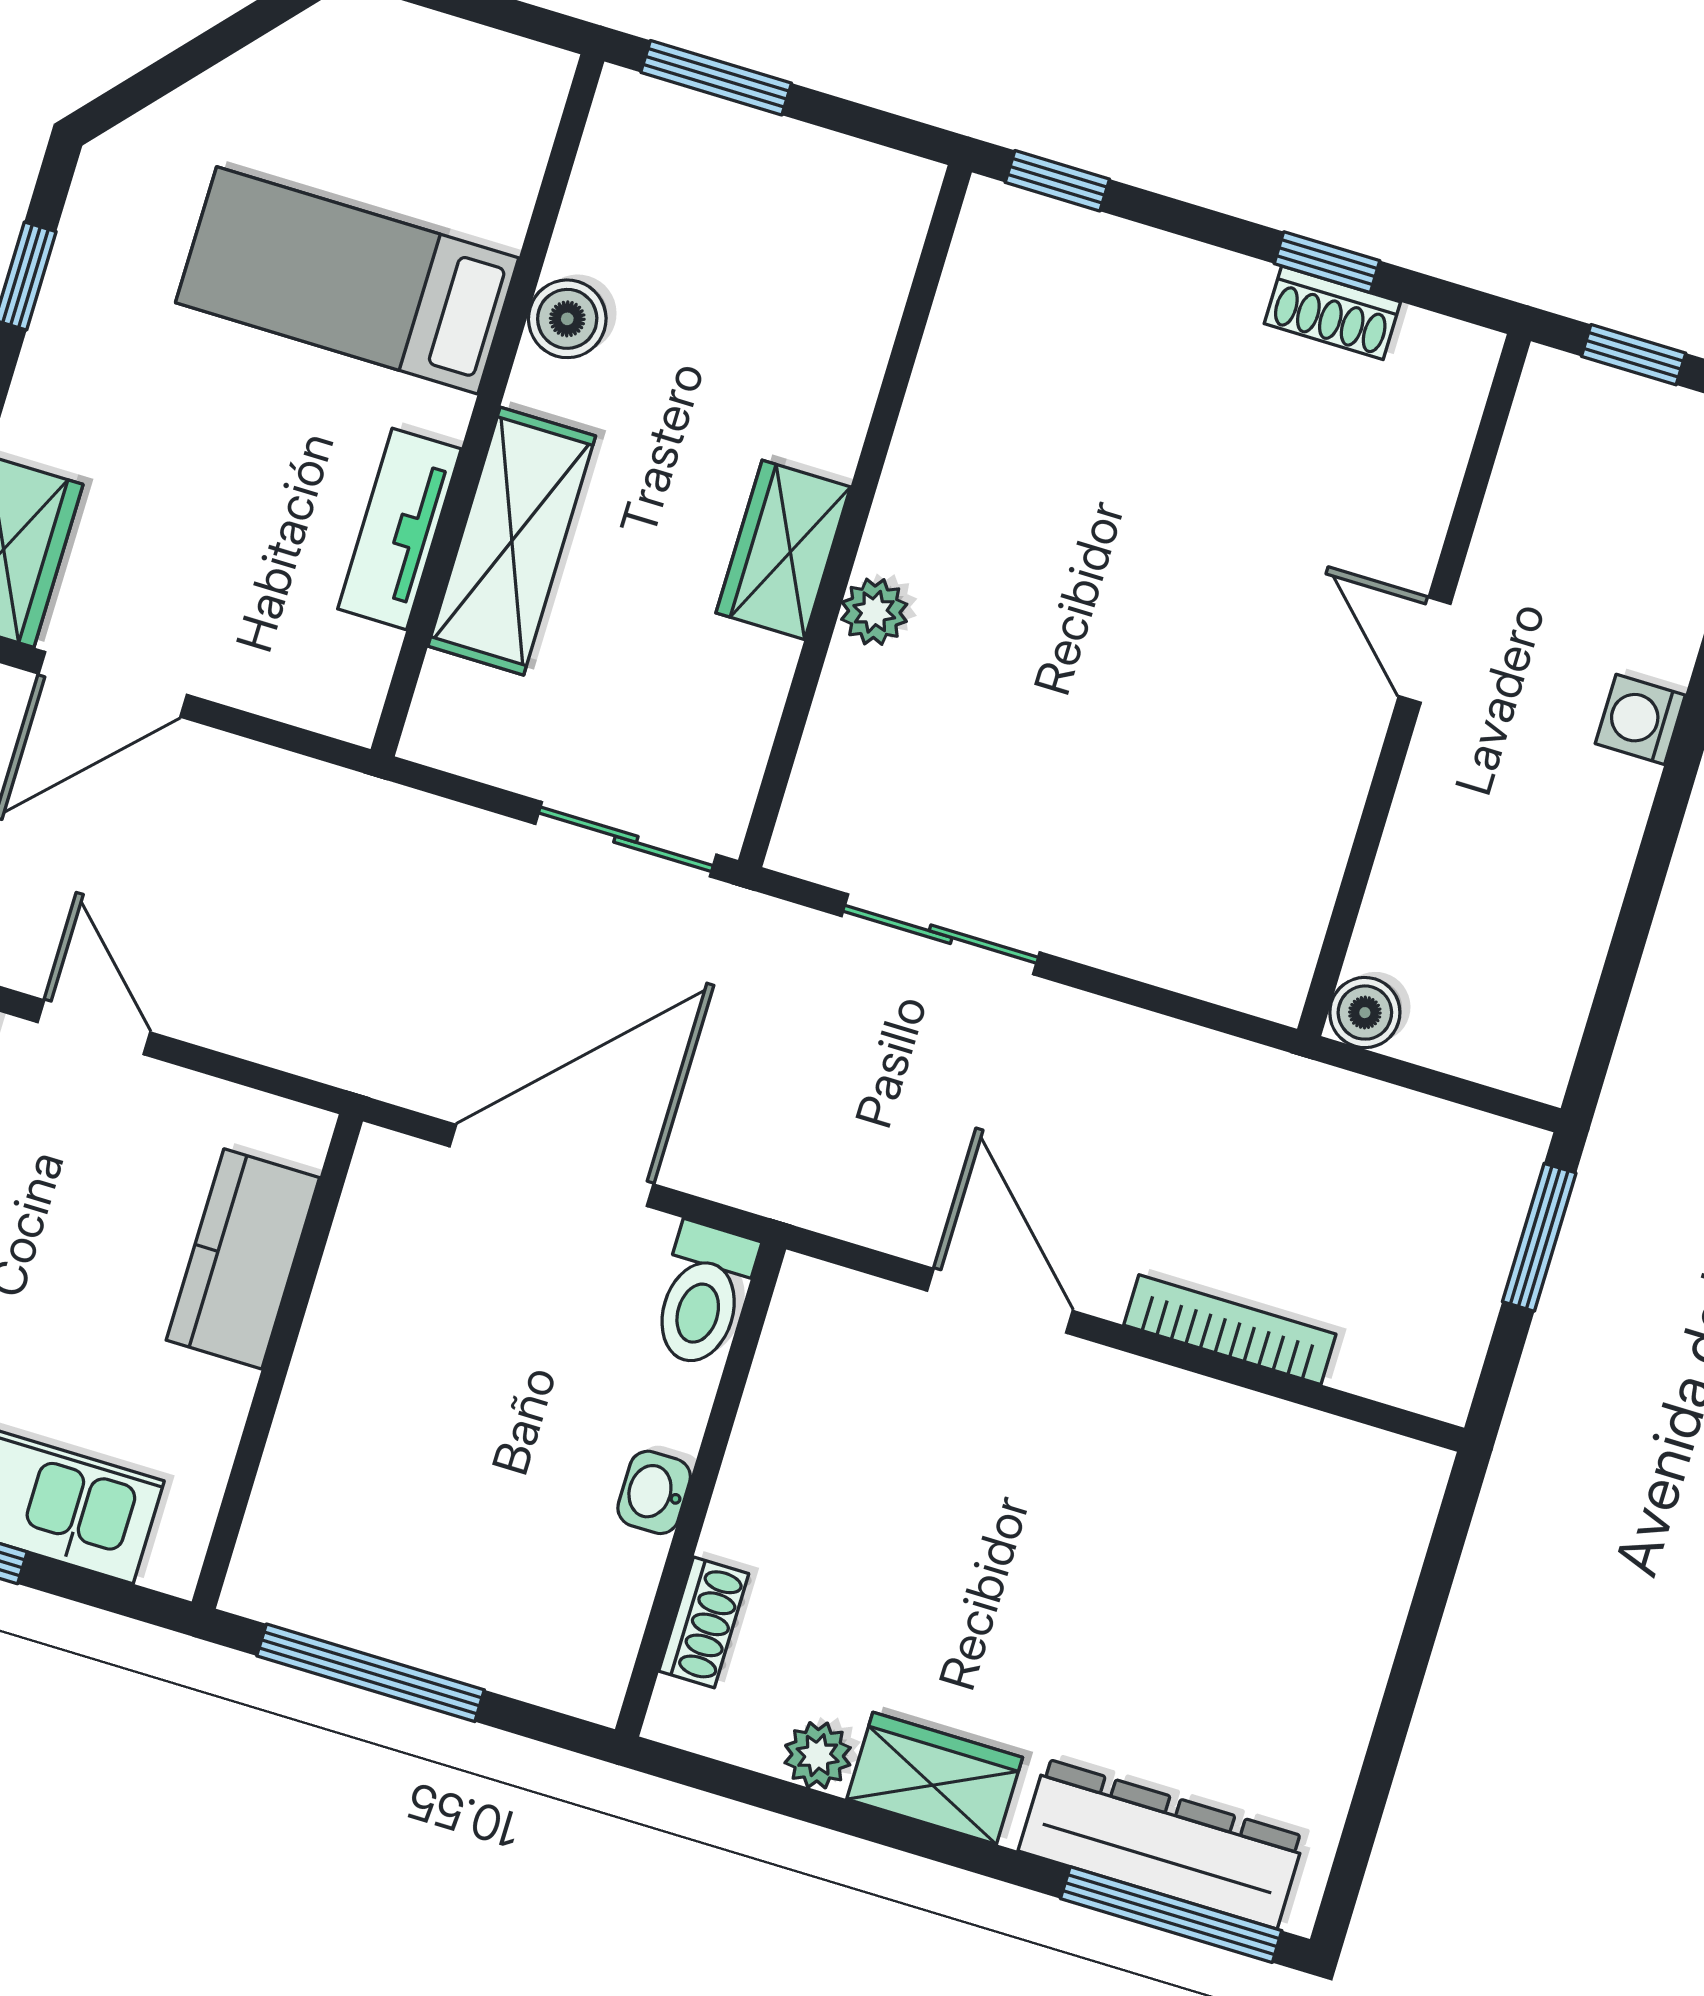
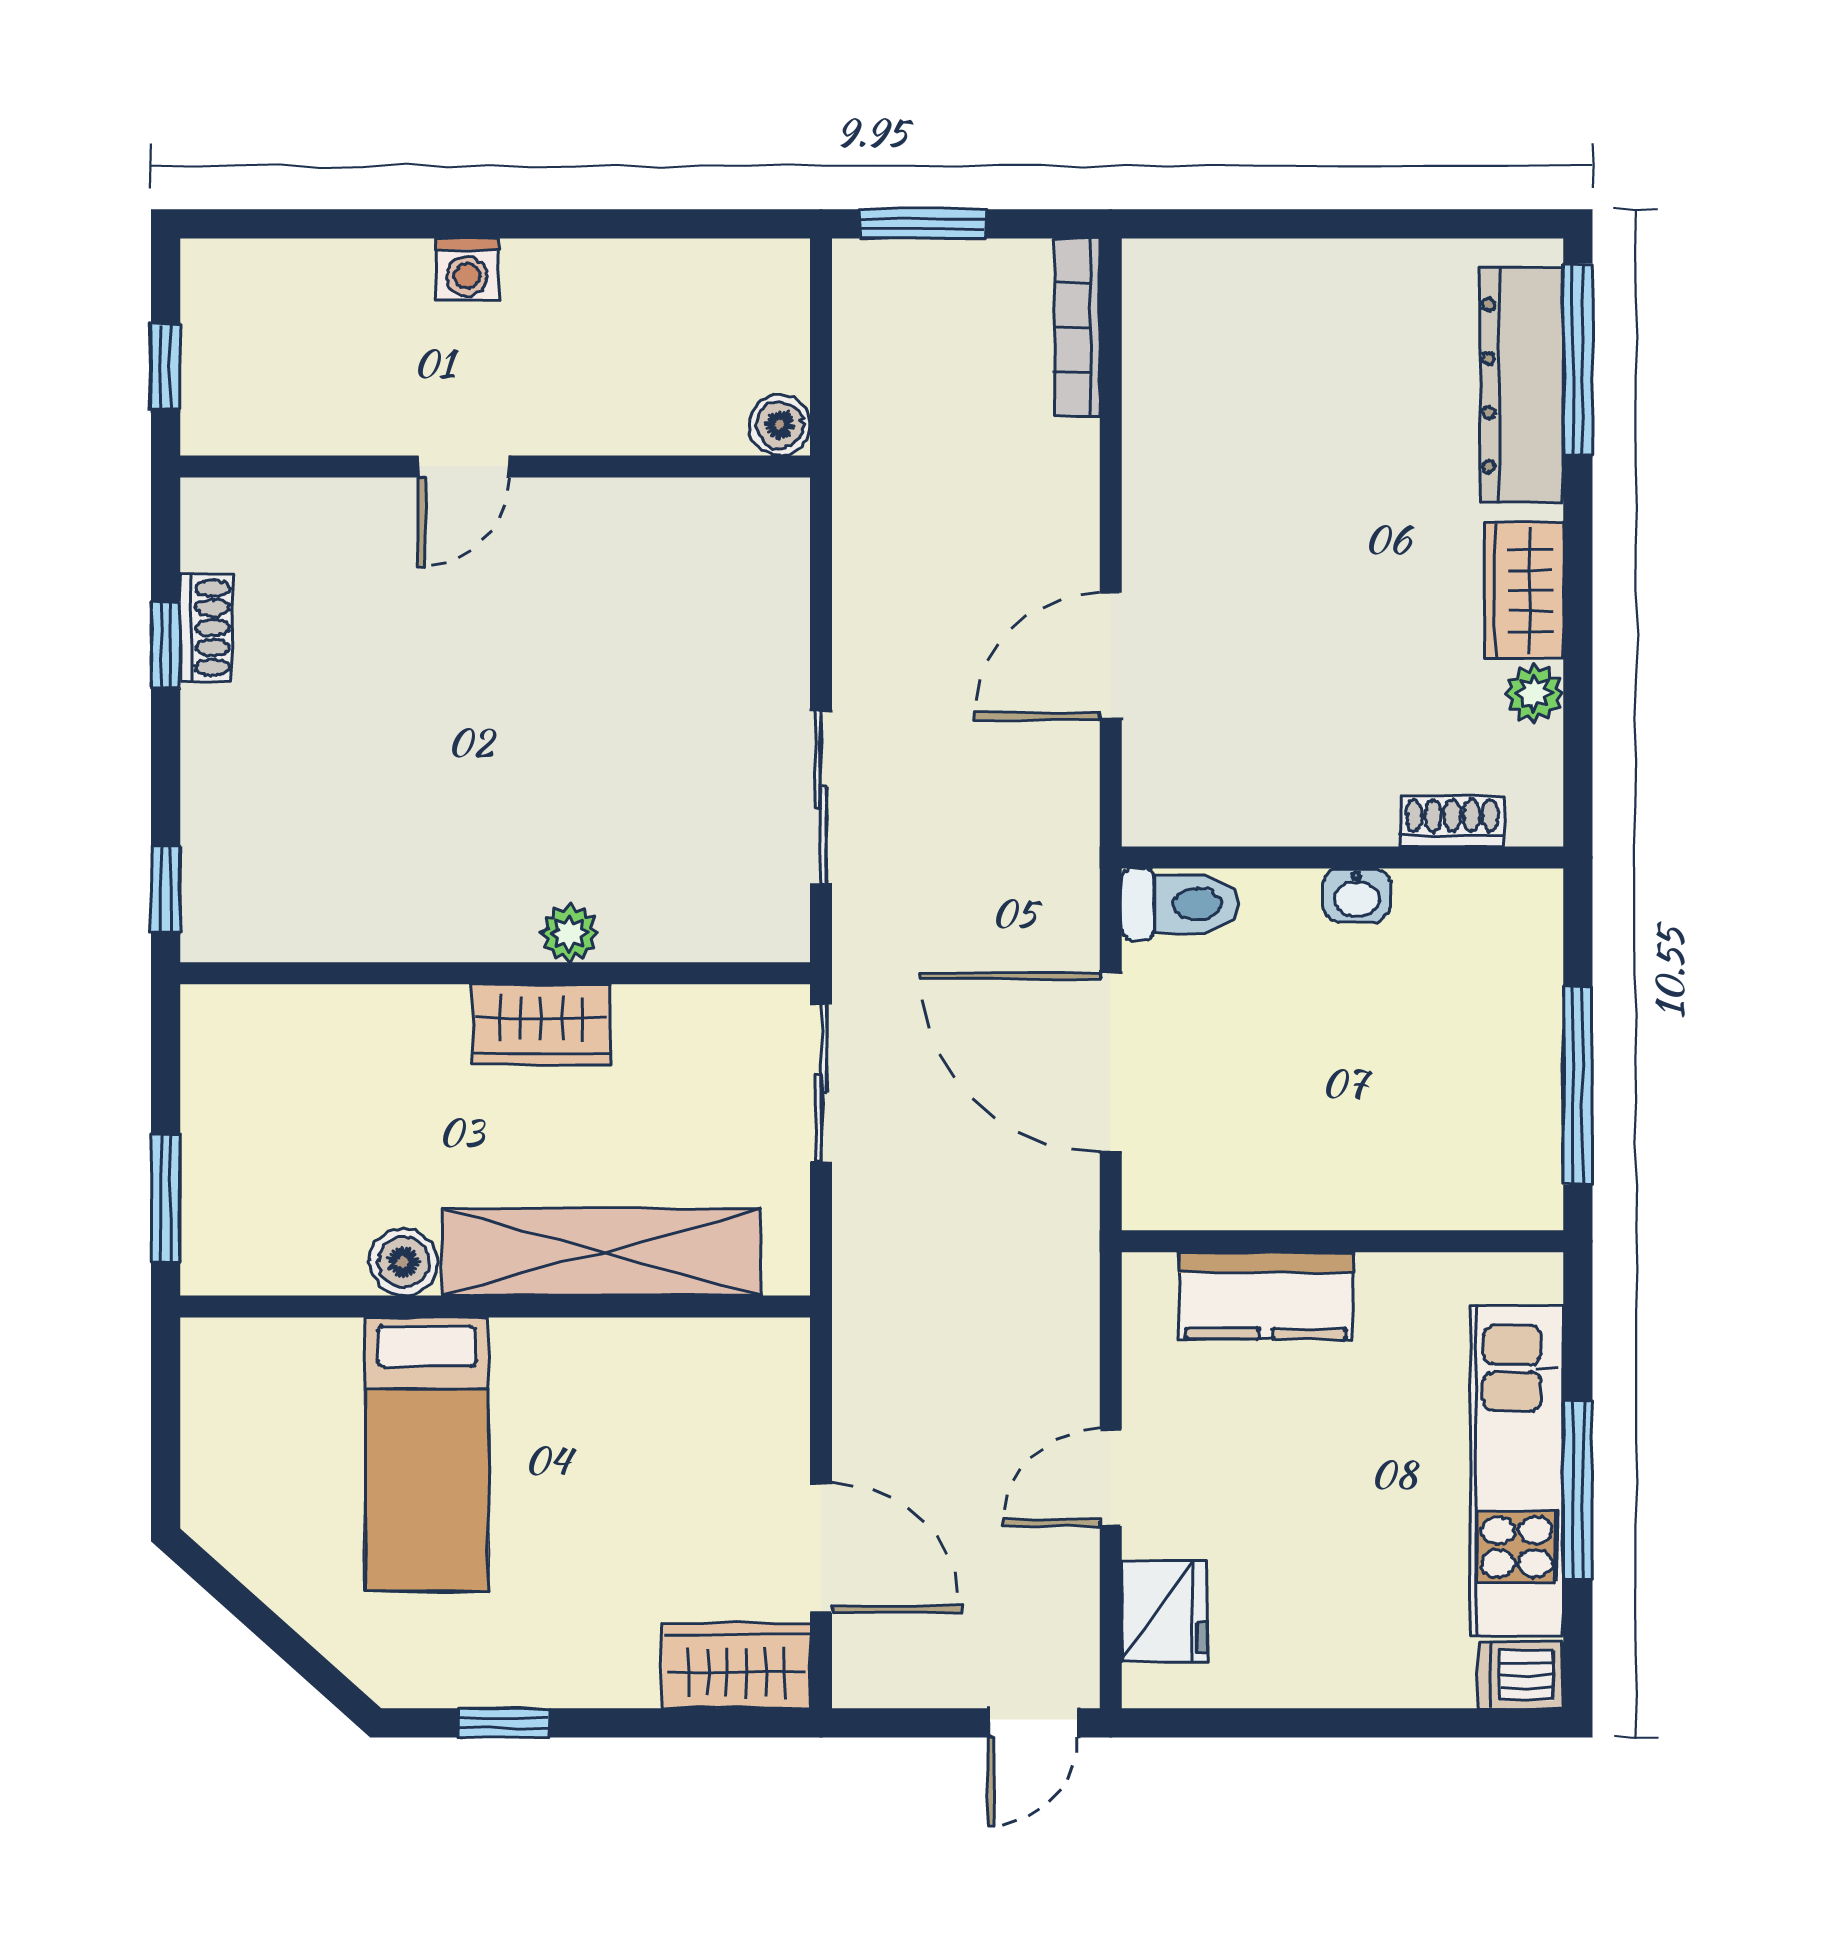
tv unit: (399, 529) -> (620, 1349), removed
shelving: (512, 541) -> (602, 1252), width x1.47
bookcase: (1230, 1330) -> (1077, 328), moved

